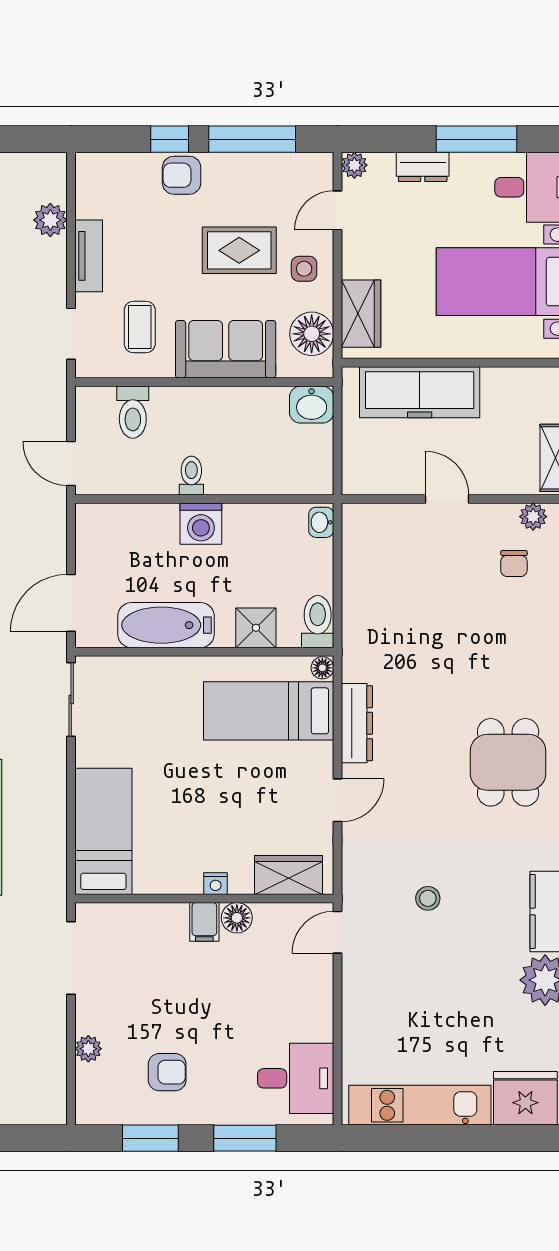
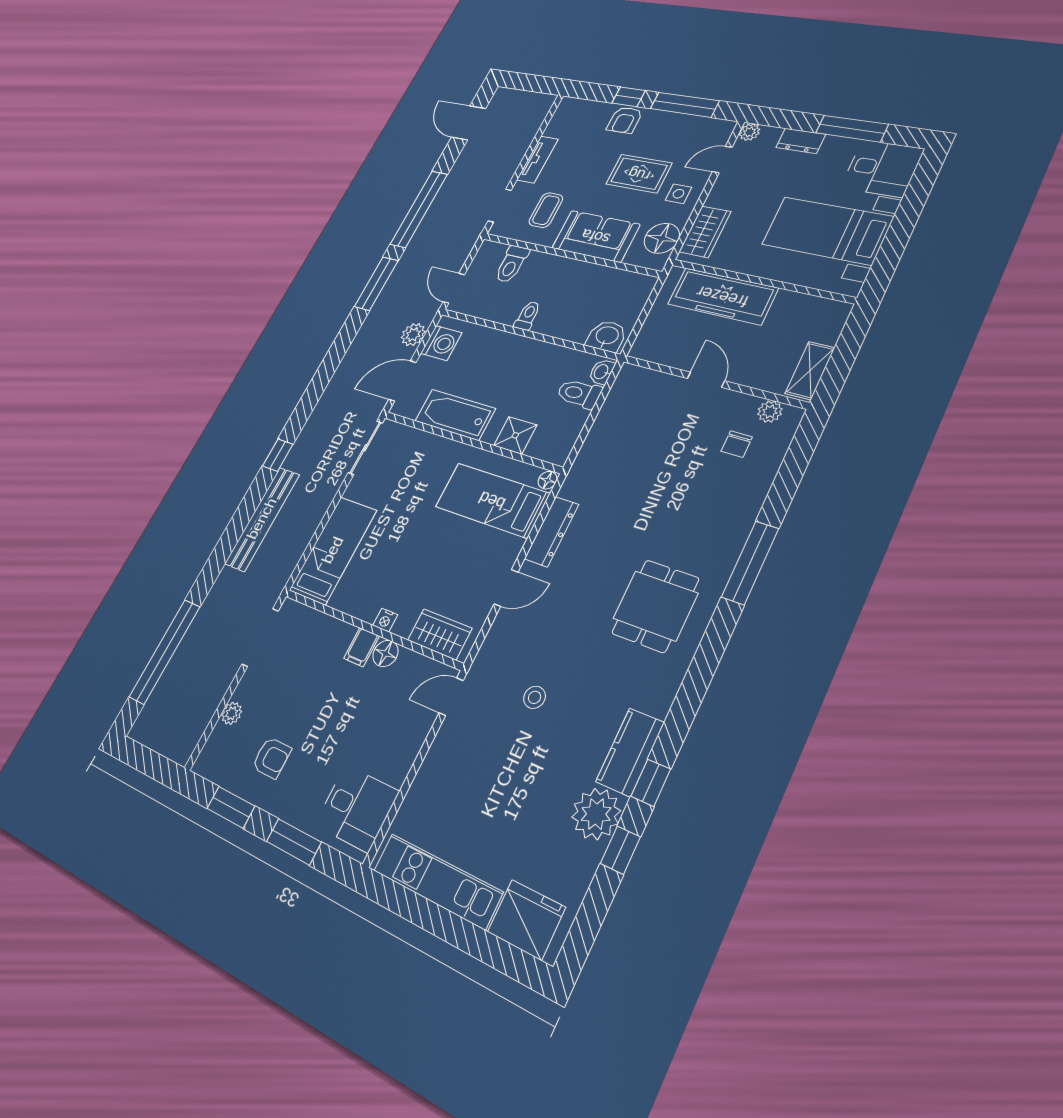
armchair: (182, 175) -> (625, 120), turned -90
plant: (50, 220) -> (413, 335), moved
washbasin: (312, 405) -> (607, 336), moved, turned 180
washing machine: (201, 524) -> (441, 343), moved, turned -90
toilet: (318, 622) -> (579, 394), moved, turned -90

